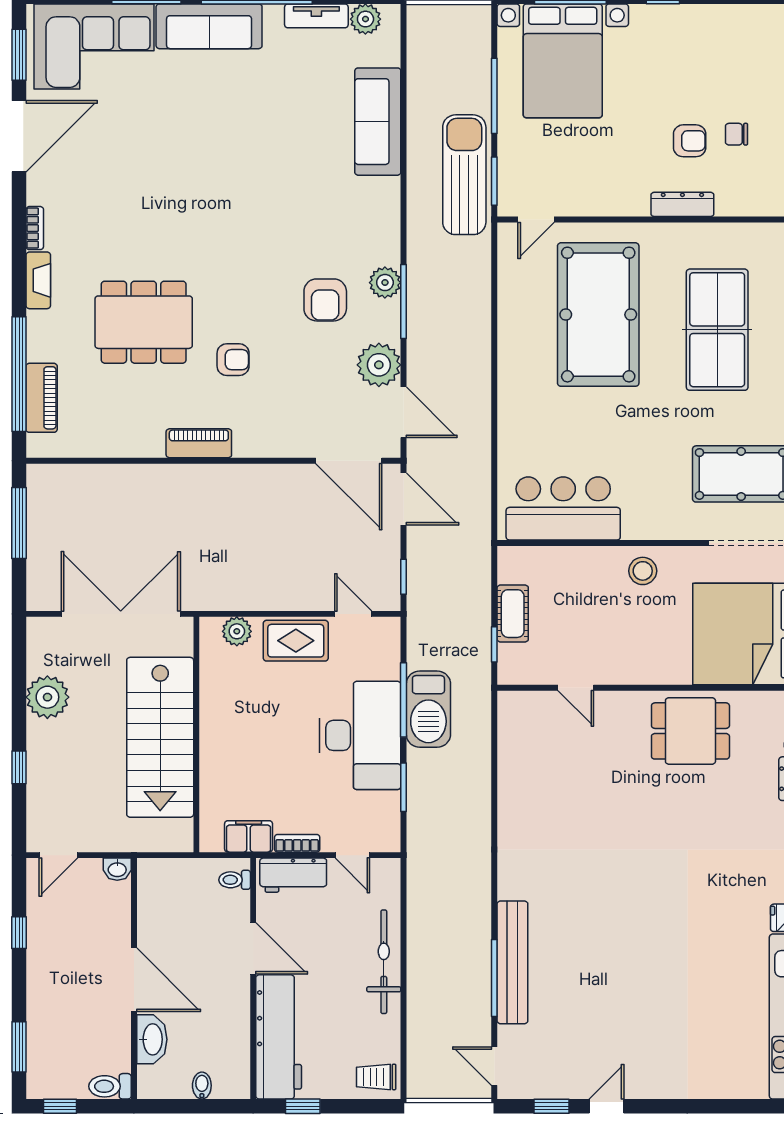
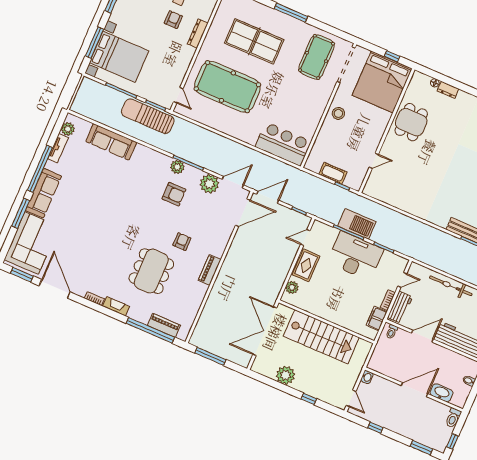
bar counter: (563, 508) -> (283, 144), moved, turned 90

